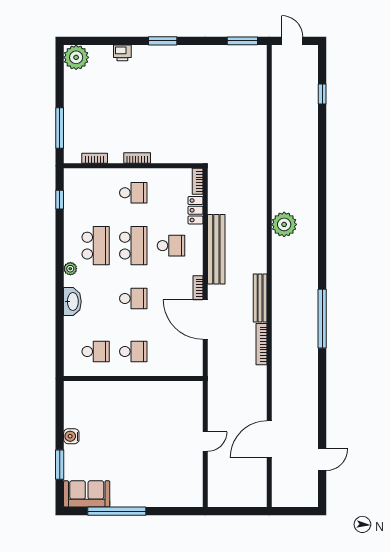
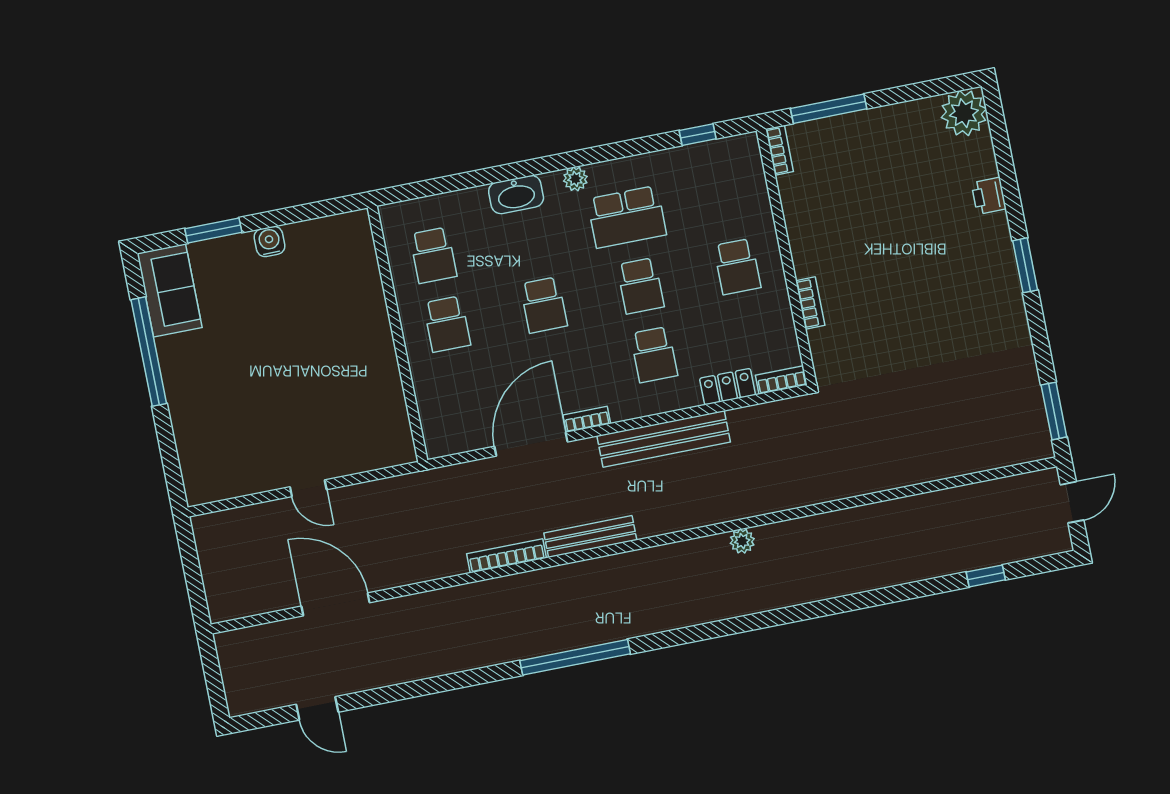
bookcase: (95, 158) -> (780, 150), moved
bookcase: (137, 158) -> (810, 303), moved
plant: (284, 224) -> (742, 541), width x0.53, depth x0.53
school desk: (133, 246) -> (640, 286), width x0.54

